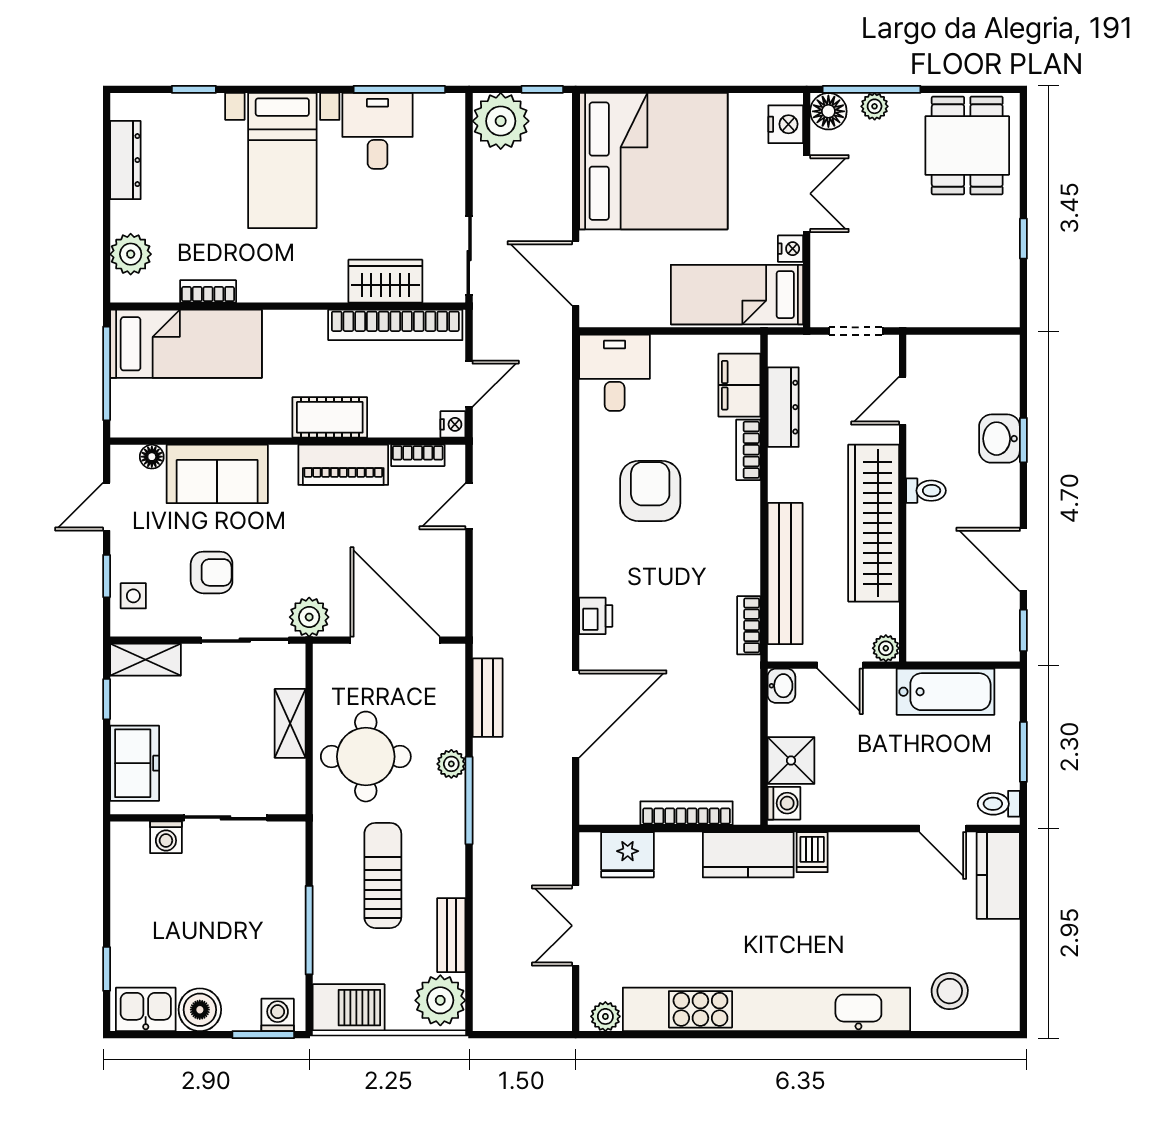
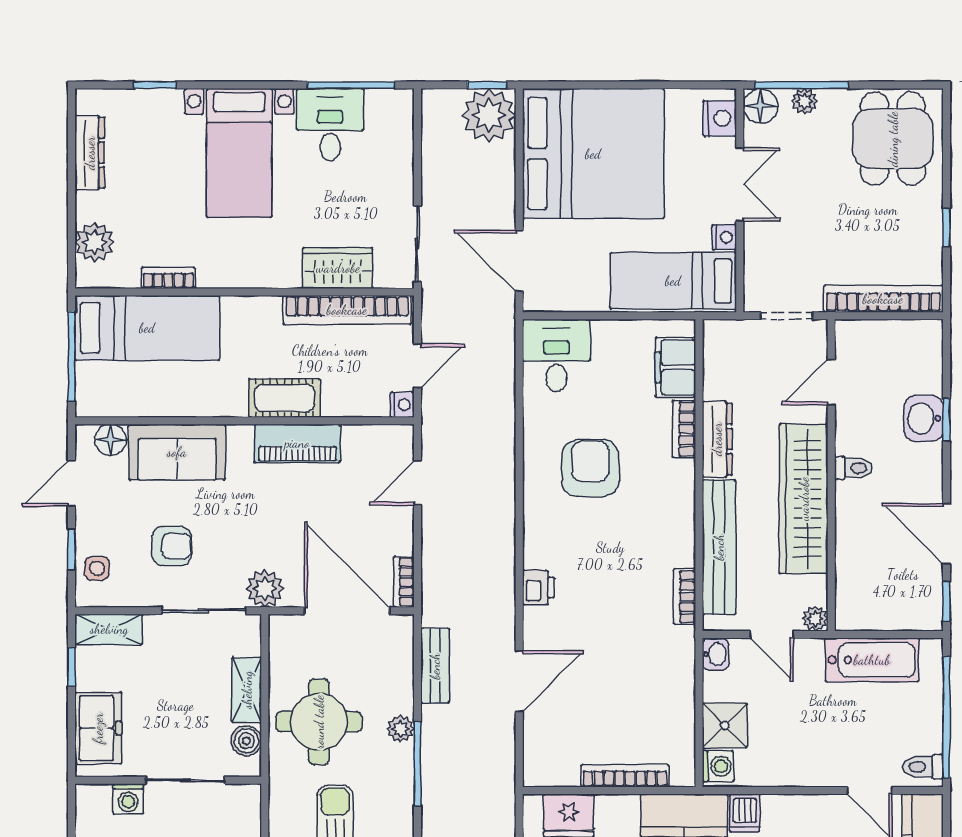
plant: (501, 121) -> (489, 115), moved
bookcase: (957, 313) -> (883, 299), added
dresser: (783, 407) -> (717, 439), moved
bookcase: (418, 455) -> (404, 582), moved, turned 90
floor lamp: (152, 457) -> (110, 440), width x1.37, depth x1.37
door: (576, 714) -> (519, 681), width x0.73
window: (1023, 752) -> (947, 717), width x2.11
boiler: (290, 776) -> (246, 741), added

